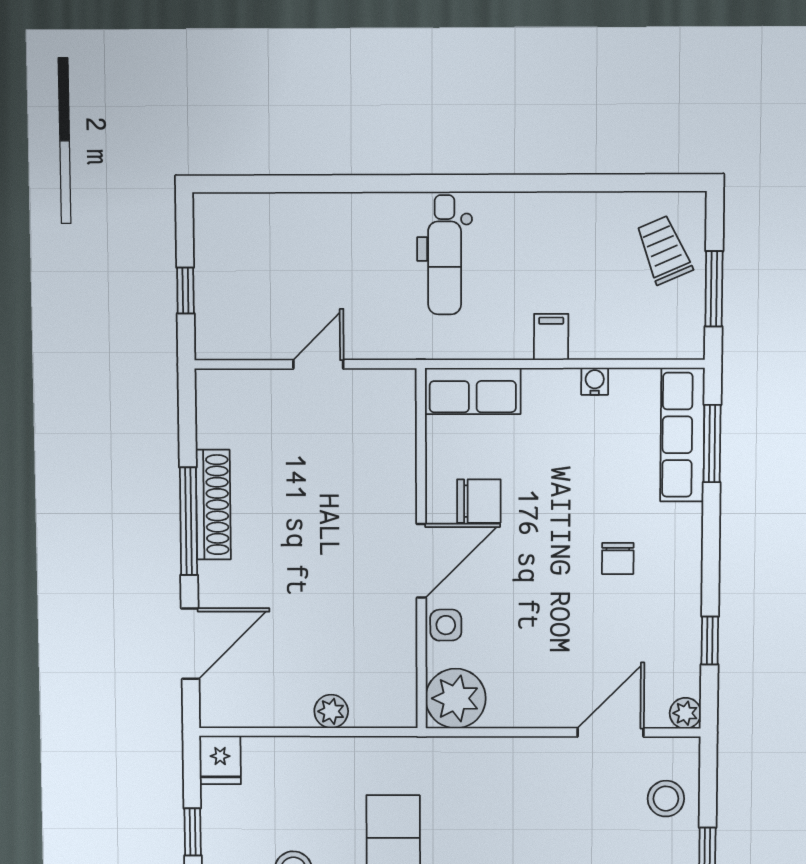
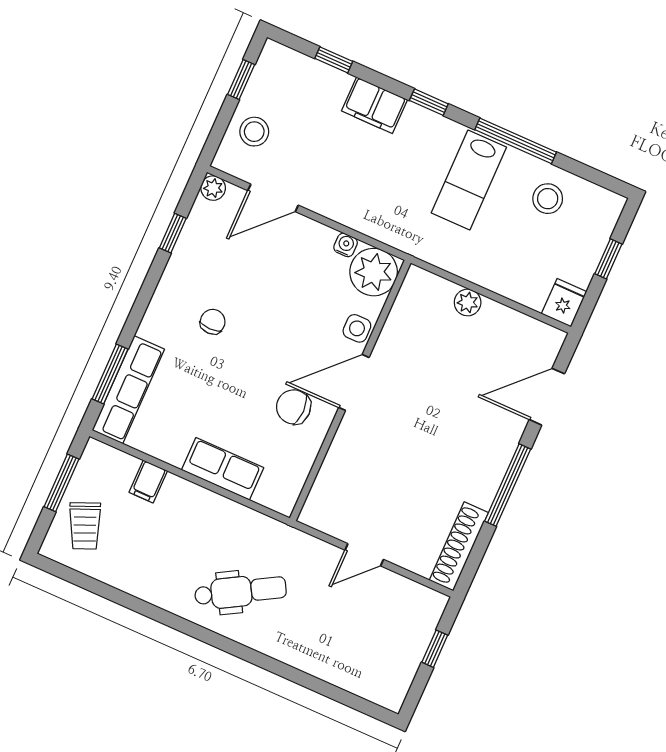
dental chair: (445, 255) -> (240, 591), turned 60
filing cabinet: (551, 337) -> (148, 481), moved
water cooler: (595, 381) -> (346, 245), moved, turned 180
row of seats: (473, 391) -> (223, 469), moved
shoe rack: (213, 505) -> (459, 546), moved

